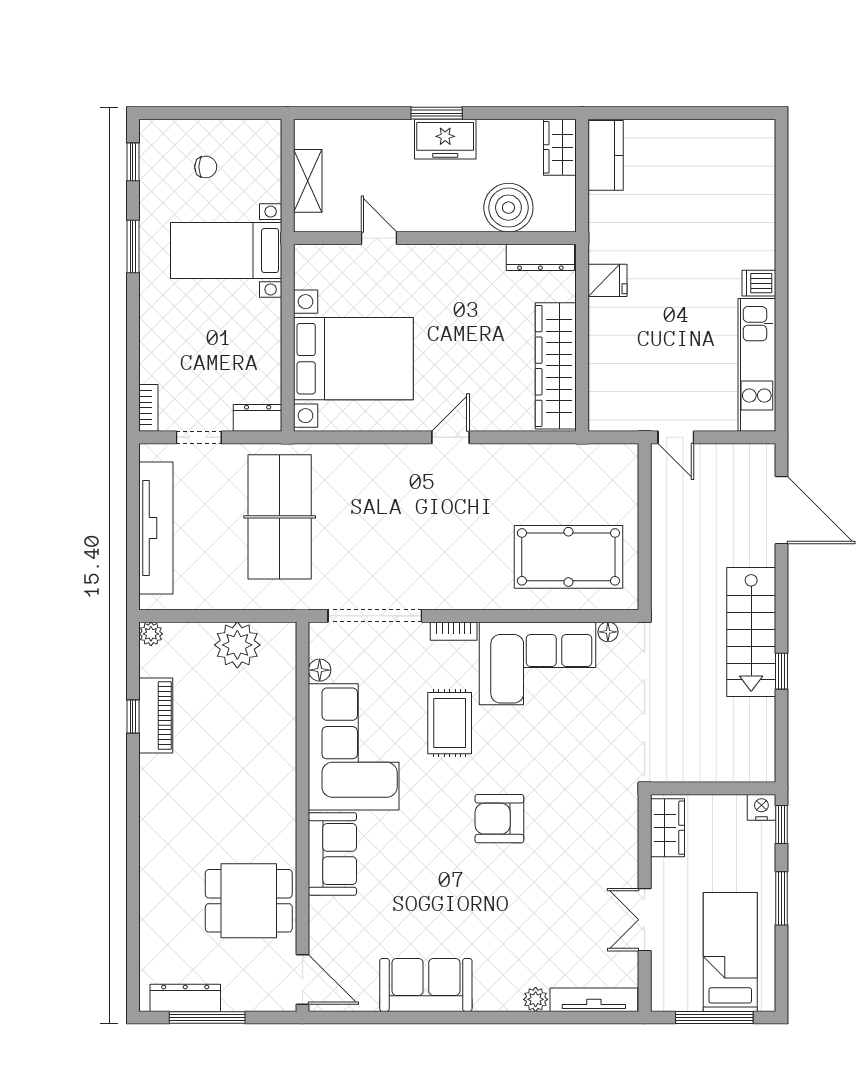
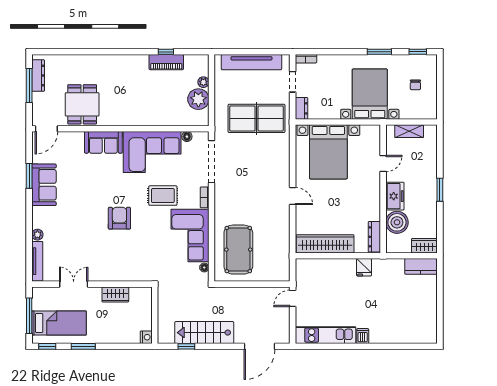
freezer: (445, 139) -> (395, 196), moved, turned 180
bed with nightstands: (226, 251) -> (370, 94), width x1.36
plant: (151, 634) -> (203, 82), moved
wall: (713, 788) -> (155, 315), moved
nightstand: (761, 807) -> (146, 337), moved
window: (781, 824) -> (47, 346), moved
window: (406, 1017) -> (29, 176), added

